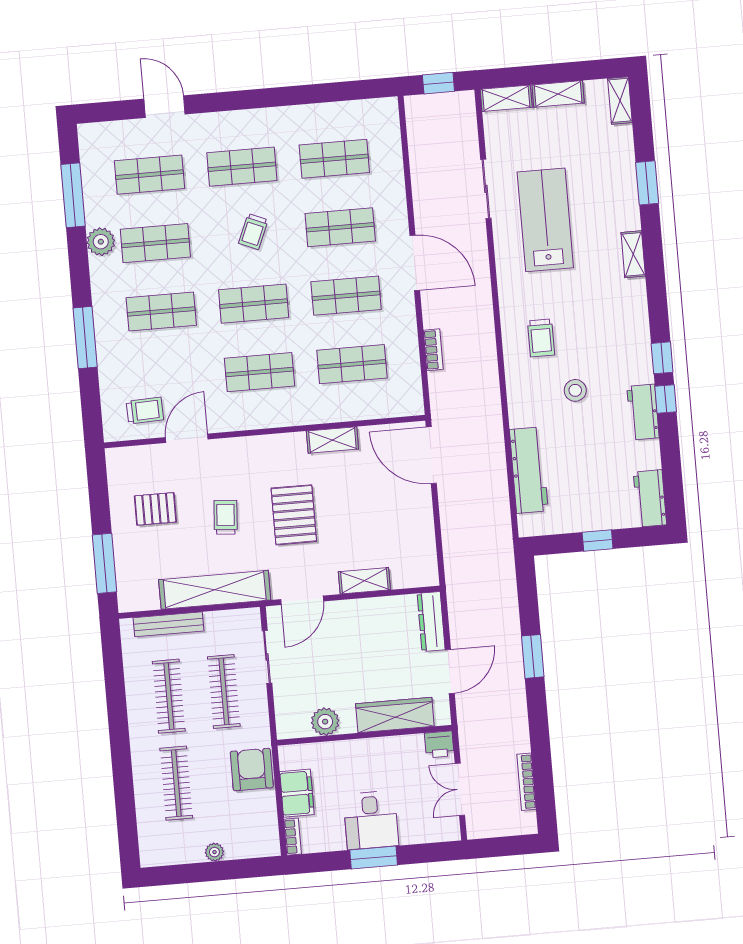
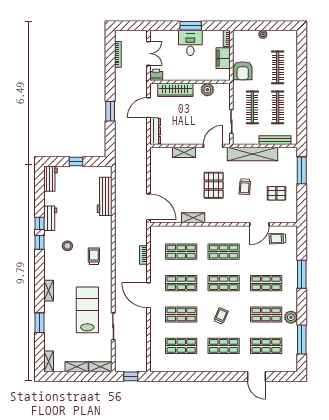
lab bench: (545, 220) -> (87, 310), turned 180
stool: (575, 390) -> (67, 246), moved

